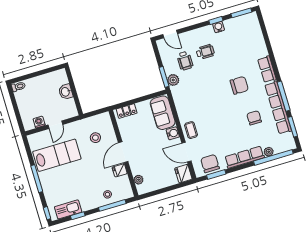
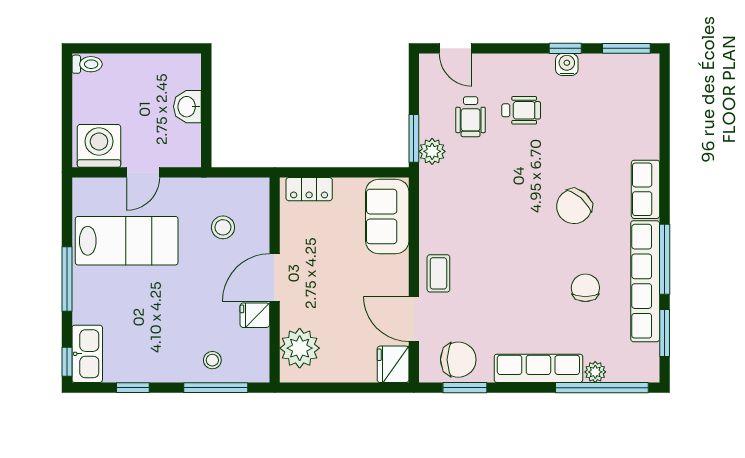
chair: (239, 85) -> (574, 206), turned 131
washing machine: (39, 122) -> (99, 146), width x1.89, depth x1.89
water cooler: (173, 133) -> (396, 268), removed
chair: (210, 164) -> (458, 360), turned 90
plant: (139, 180) -> (300, 348), width x1.87, depth x1.87
kitchen sink: (68, 209) -> (87, 354), moved, turned 90

